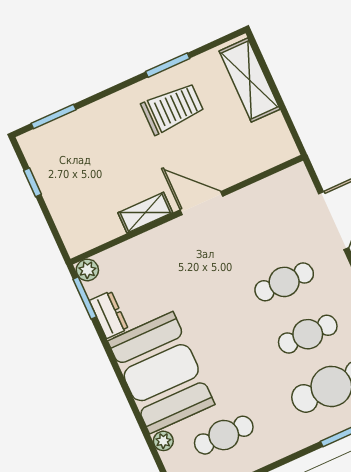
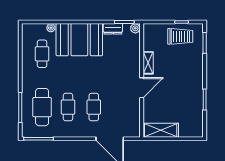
shelving: (250, 80) -> (161, 130), moved
trolley: (172, 108) -> (180, 36), moved, turned -90

